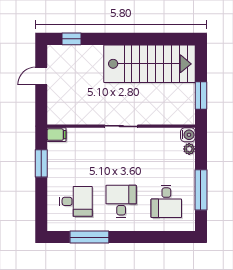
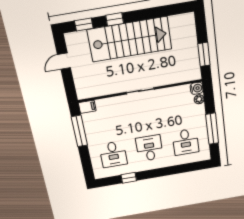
window: (106, 39) -> (115, 19), added
stairs: (150, 64) -> (130, 39), moved
window: (41, 163) -> (79, 131), width x1.44
desk: (76, 201) -> (113, 154), turned 90
window: (89, 237) -> (129, 178), width x0.46

